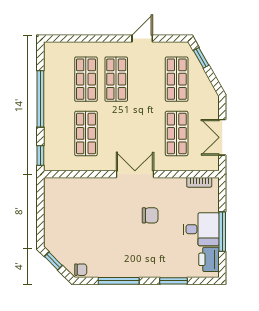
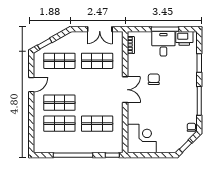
door: (142, 39) -> (31, 85), swing flipped
double door: (135, 174) -> (125, 90), swing flipped
corner desk: (64, 198) -> (142, 139), added

